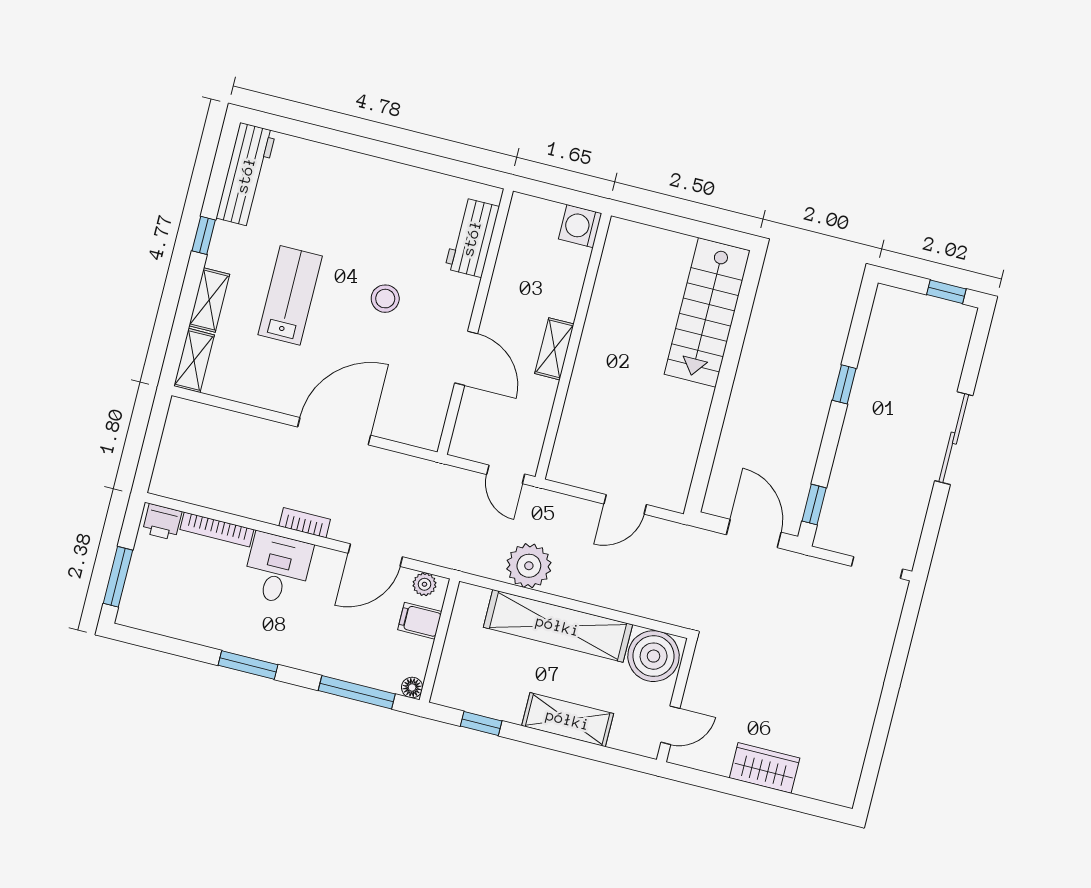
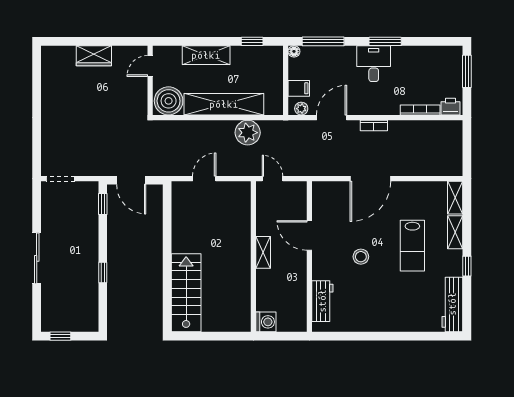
desk: (277, 569) -> (374, 64), moved, turned 180

